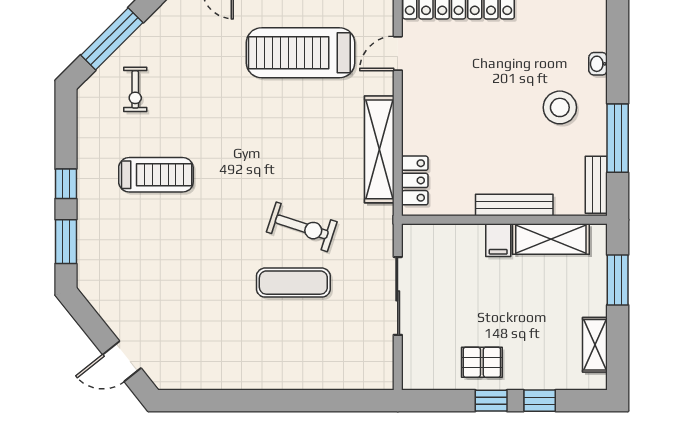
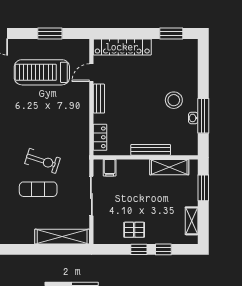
washbasin: (598, 64) -> (193, 118), moved
shelving: (379, 149) -> (62, 237), moved, turned 90
bench: (596, 185) -> (99, 99), moved
filing cabinet: (498, 240) -> (110, 168), moved

